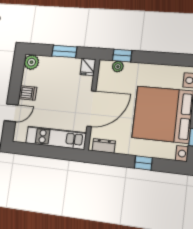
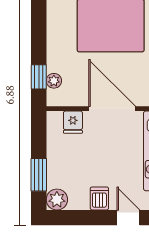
window: (64, 51) -> (39, 175), moved
fridge: (88, 67) -> (73, 122), moved, turned 90

